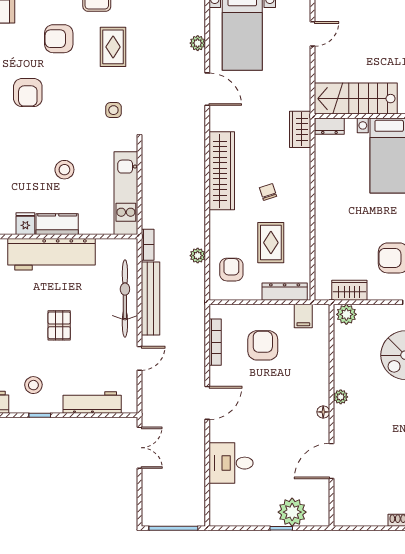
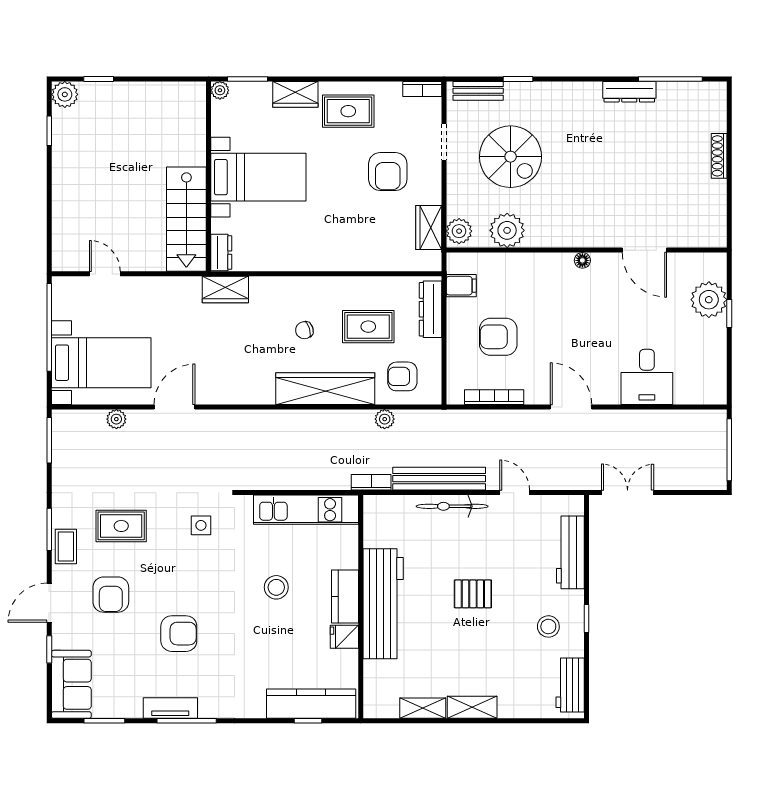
wardrobe: (222, 171) -> (325, 389), moved
bicycle: (125, 298) -> (452, 506), width x0.73, depth x0.71
plant: (341, 397) -> (507, 230), moved, width x1.88, depth x1.88

